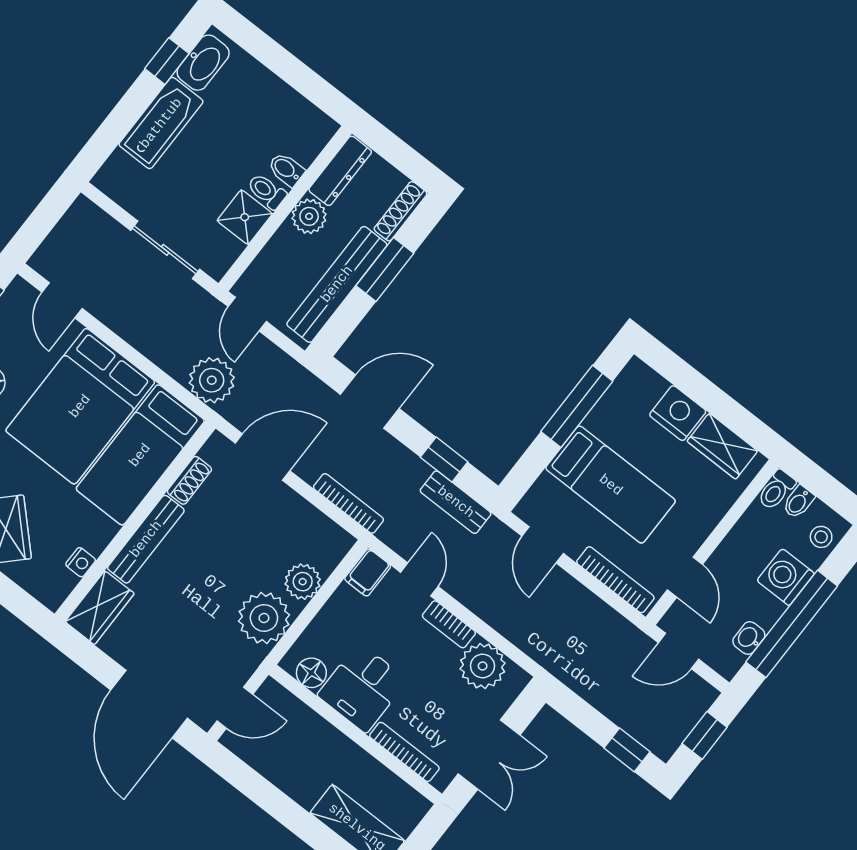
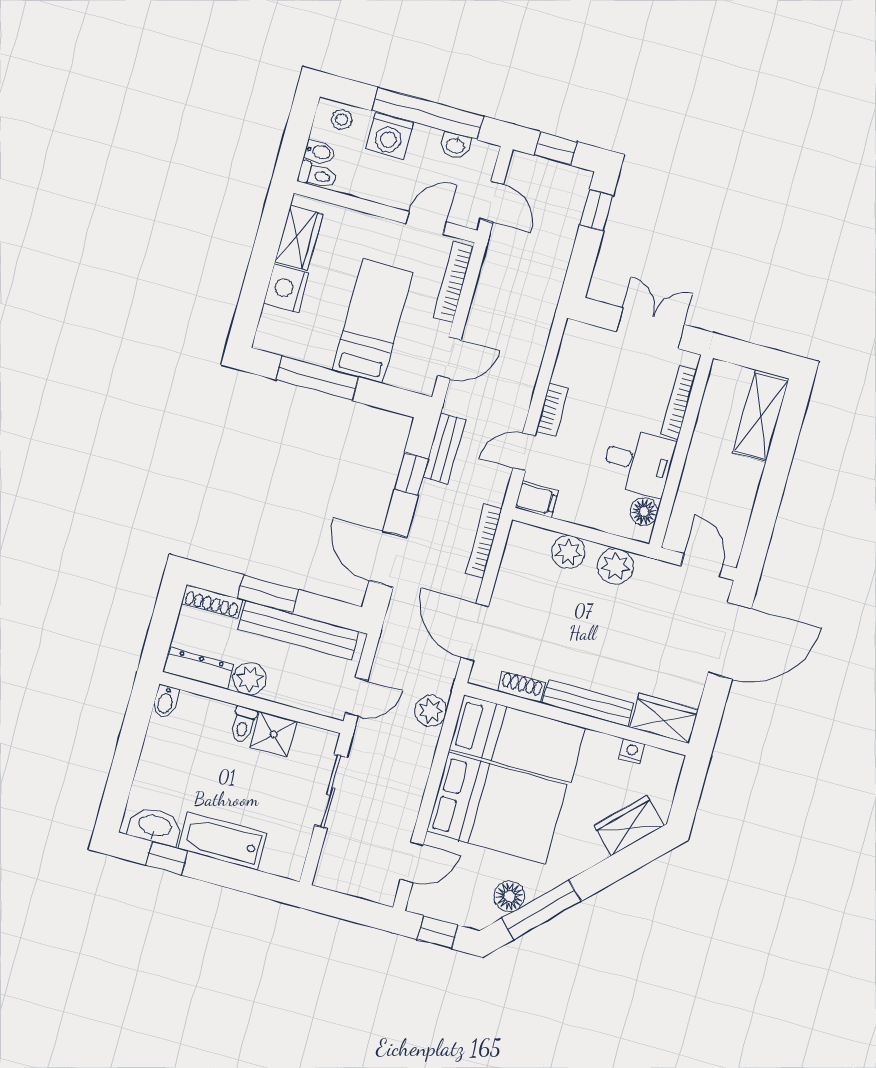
bidet: (286, 169) -> (165, 701), moved
plant: (212, 380) -> (431, 711), width x0.73, depth x0.73
plant: (264, 618) -> (615, 566), width x0.73, depth x0.73
plant: (483, 666) -> (576, 366), removed

